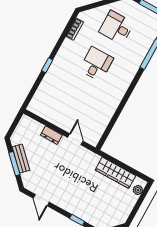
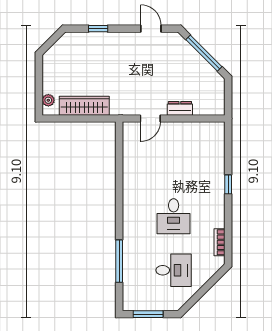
door: (75, 139) -> (150, 118), hinge flipped
bench: (21, 159) -> (200, 63), removed
window: (14, 164) -> (204, 53), width x1.44

